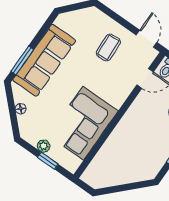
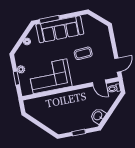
coffee table: (108, 47) -> (83, 53), moved

